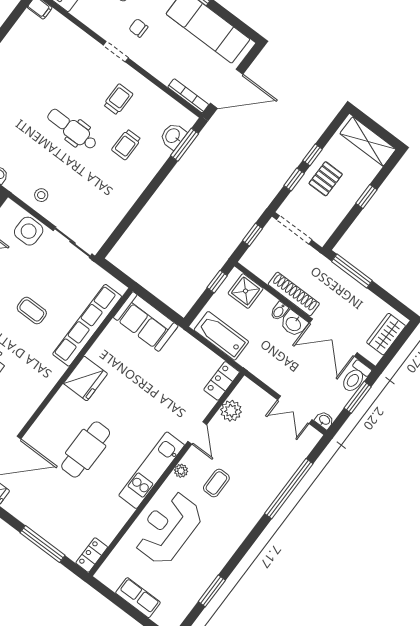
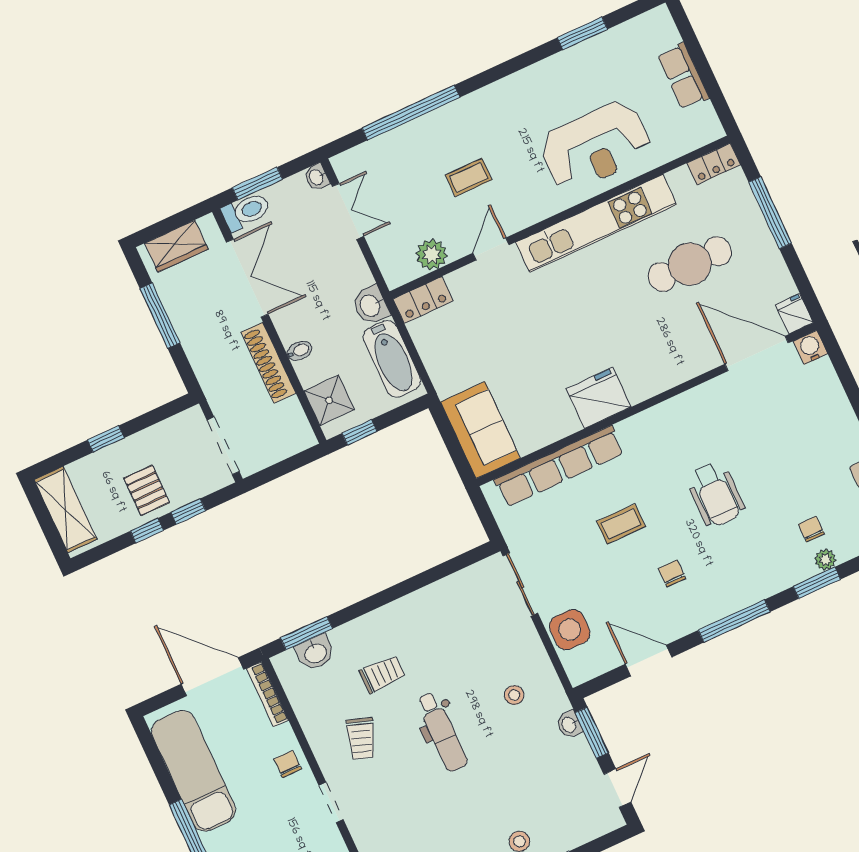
chair: (138, 28) -> (288, 764), moved, turned 180
trolley: (118, 99) -> (361, 739), turned -71
pallet: (326, 179) -> (147, 490), turned 90
stool: (41, 195) -> (514, 695), moved
window: (253, 235) -> (281, 469), removed
window: (352, 271) -> (160, 316), moved
coffee table: (32, 311) -> (621, 524), turned 90
washbasin: (294, 324) -> (371, 305), moved, turned 180
cafe table: (86, 449) -> (690, 264), moved
kitchen unit: (152, 470) -> (596, 223), width x1.36
plant: (181, 471) -> (539, 211), removed
coffee table: (216, 483) -> (469, 177), moved

